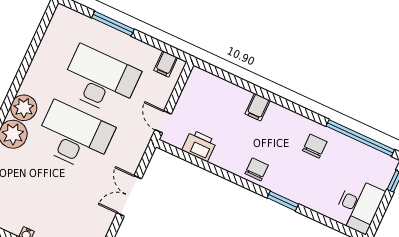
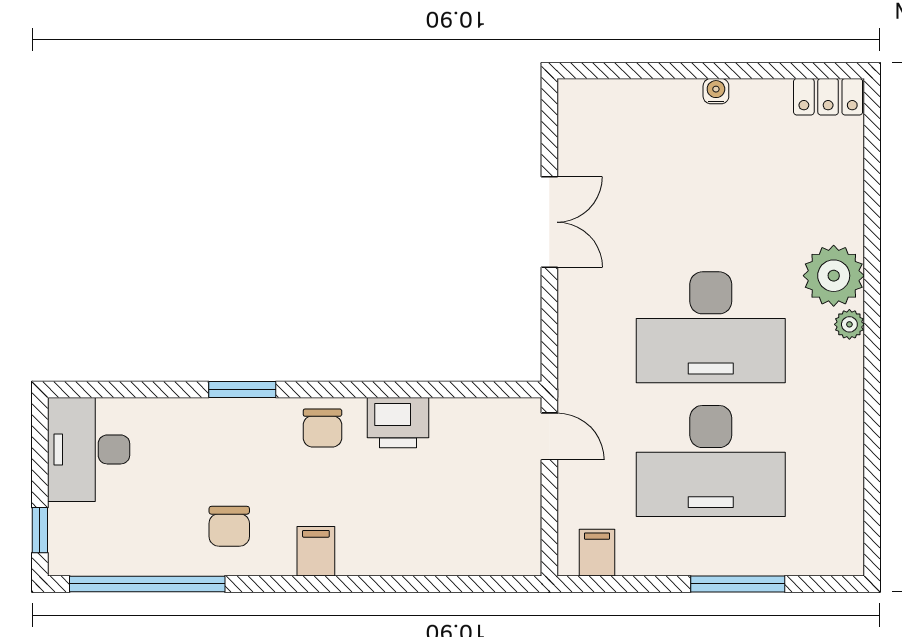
filing cabinet: (258, 107) -> (316, 551), moved
plant: (24, 108) -> (849, 324), width x0.53, depth x0.53
printer: (199, 146) -> (398, 423), moved
double door: (129, 196) -> (549, 222), moved

